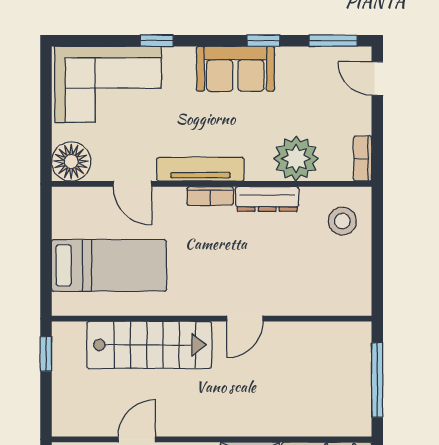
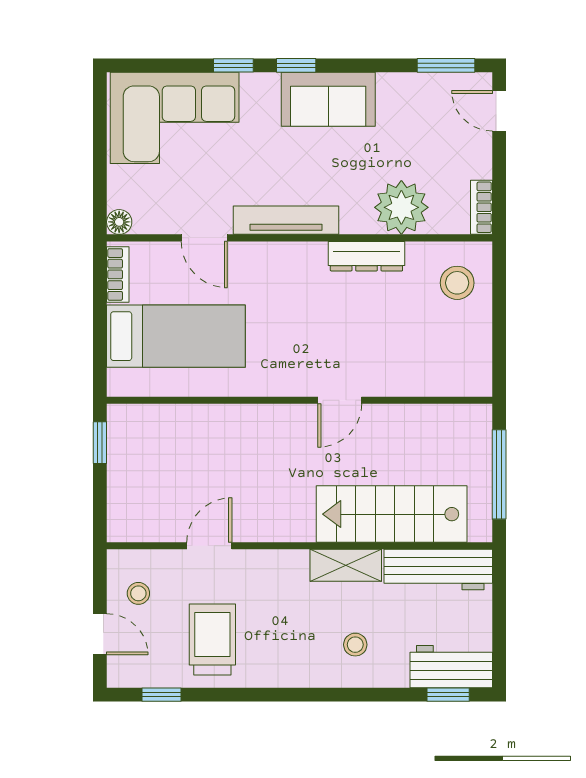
window: (264, 41) -> (296, 65), moved
floor lamp: (71, 161) -> (119, 222), width x0.53, depth x0.53
bookcase: (210, 196) -> (118, 274), moved, turned -90
stairs: (149, 345) -> (392, 514), moved, turned 180

